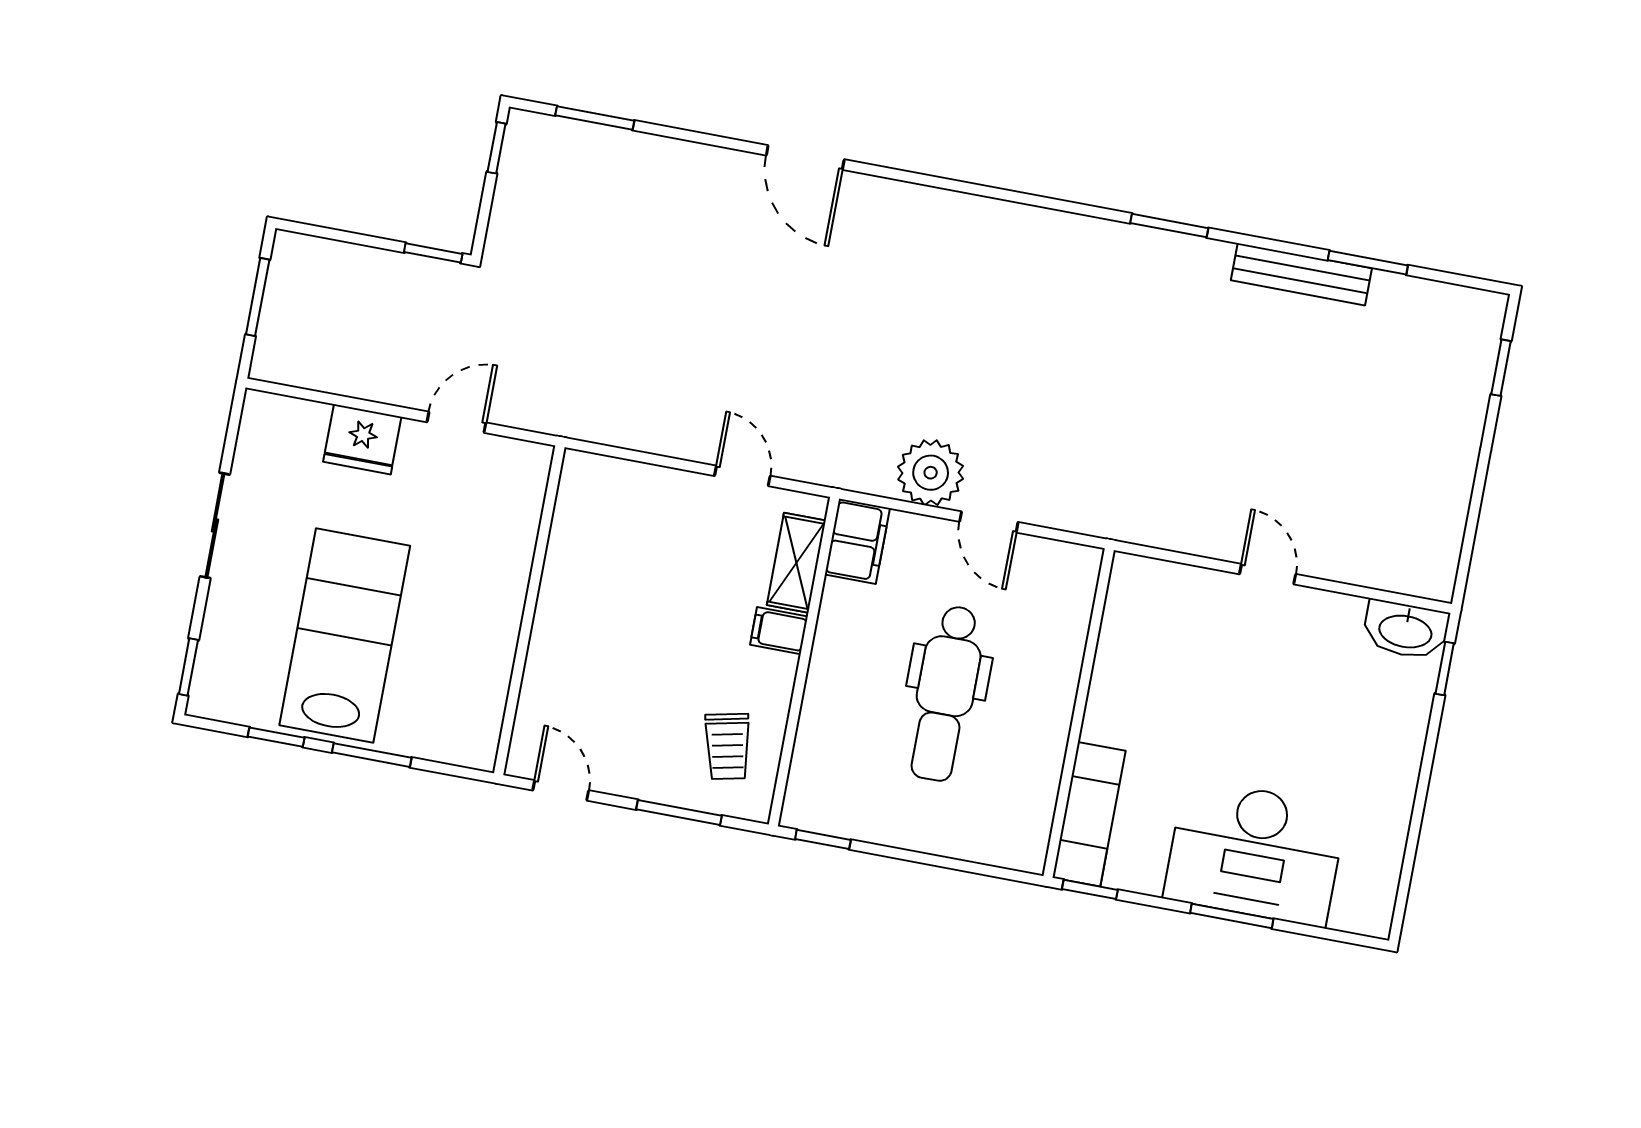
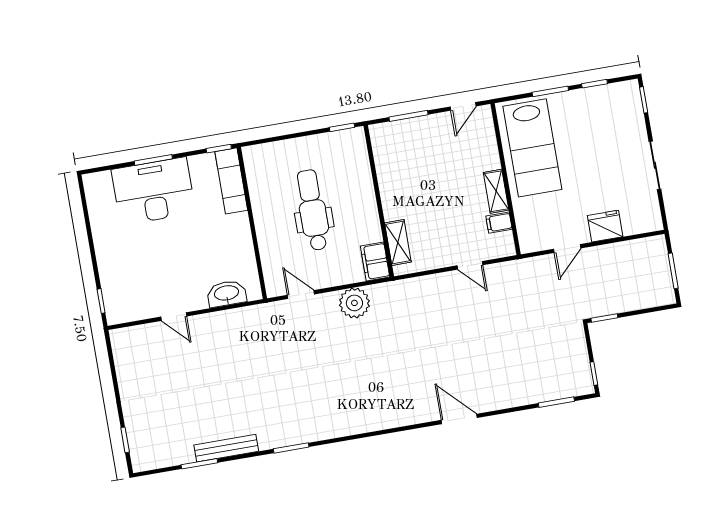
door: (742, 476) -> (470, 265), moved
door: (989, 522) -> (301, 295), moved
door: (1268, 574) -> (174, 317), moved
shelving: (558, 593) -> (496, 191), added
washbasin: (1406, 630) -> (227, 294), moved
filing cabinet: (779, 631) -> (499, 223), moved, turned 180
lab bench: (345, 636) -> (532, 148), moved
trolley: (727, 746) -> (398, 152), removed
door: (561, 790) -> (463, 106), hinge flipped

